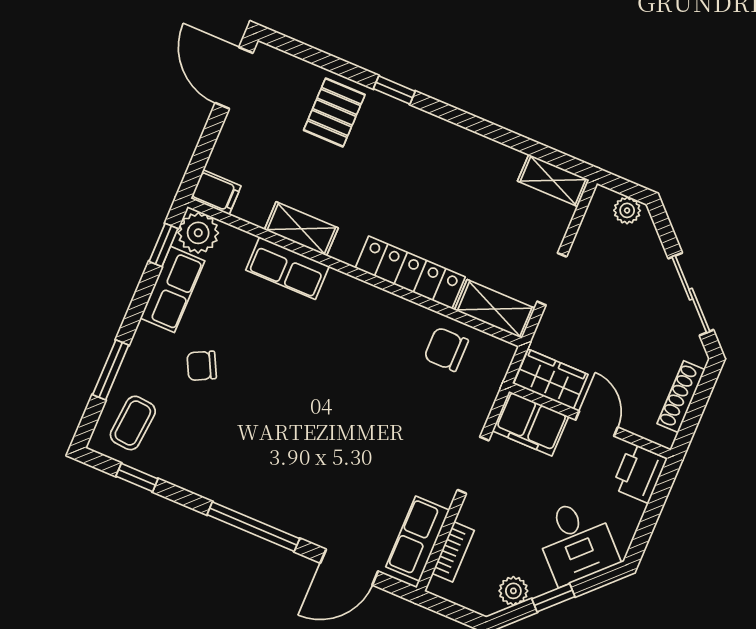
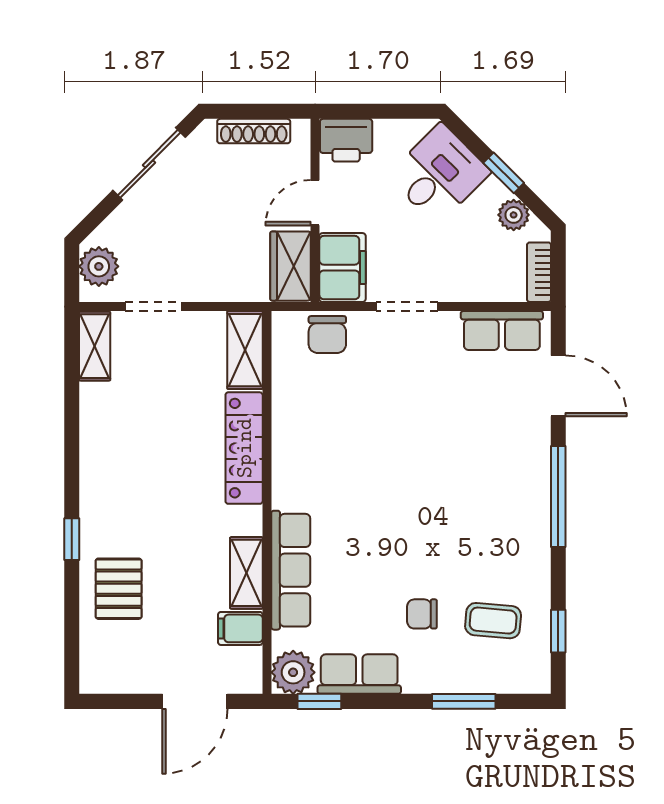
door: (234, 78) -> (195, 701), moved
pallet: (334, 112) -> (119, 589), turned 90
filing cabinet: (216, 192) -> (240, 628), moved, turned -90
plant: (627, 210) -> (99, 266), width x1.38, depth x1.38
row of seats: (287, 268) -> (291, 570), width x1.48
doorway: (552, 279) -> (154, 307), moved
chair: (446, 349) -> (327, 335), moved
chair: (202, 366) -> (422, 614), turned 117
coffee table: (133, 423) -> (493, 621), moved
bookcase: (453, 552) -> (539, 272), moved, turned -90

